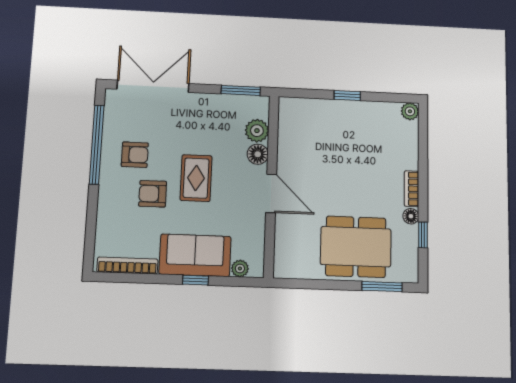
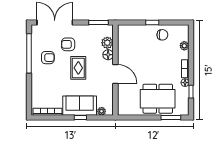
plant: (410, 111) -> (184, 46), moved
chair: (367, 120) -> (162, 35), added
armchair: (153, 194) -> (68, 44), moved

